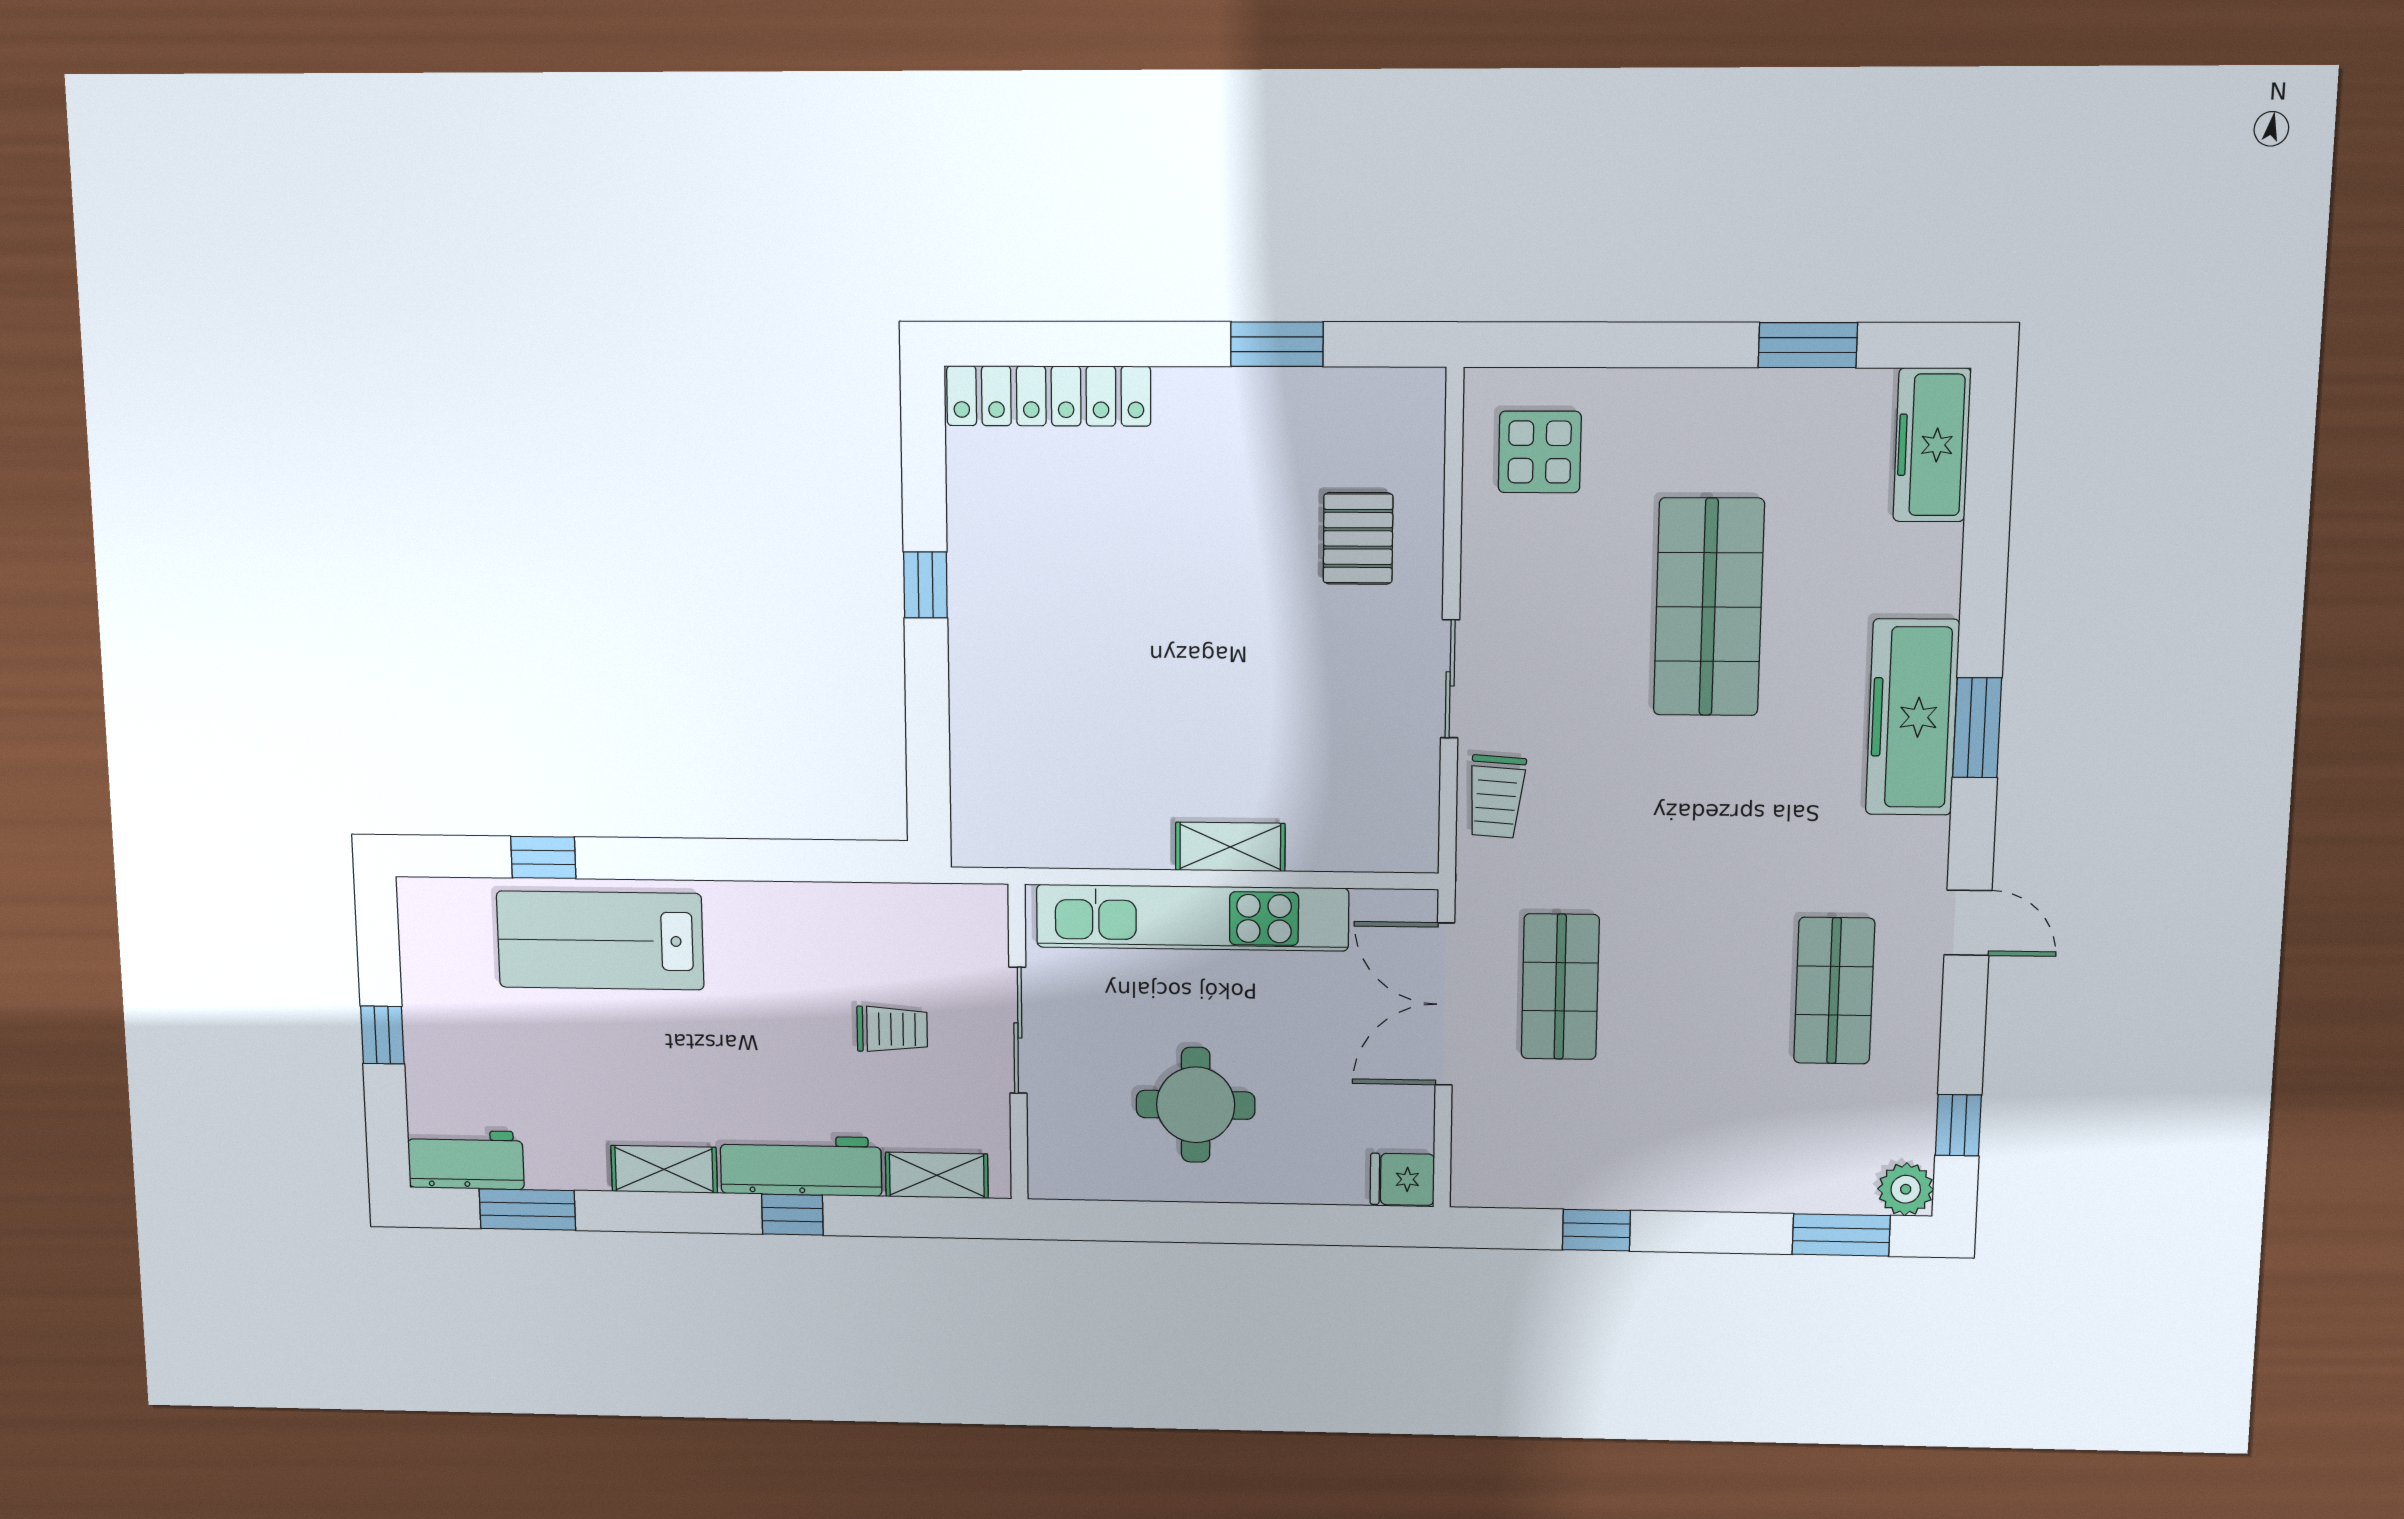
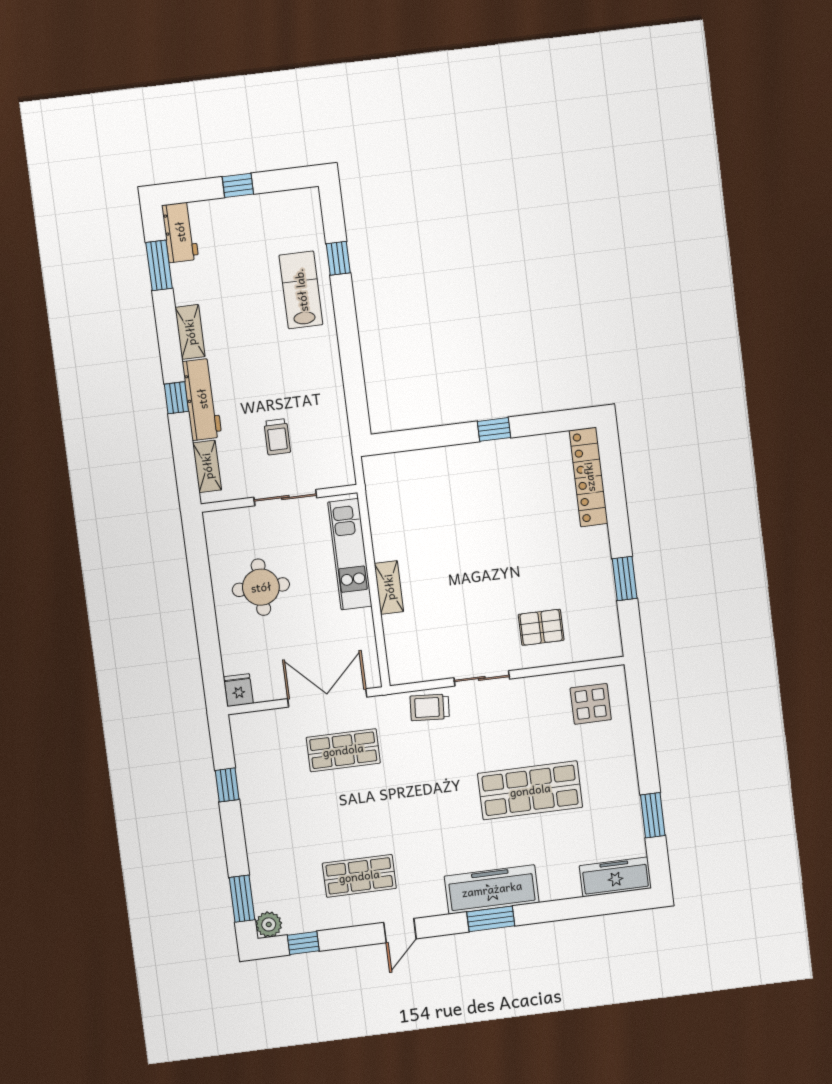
kitchen unit: (1192, 918) -> (350, 554), width x0.73
lab bench: (600, 940) -> (301, 290), width x0.73, depth x0.72

